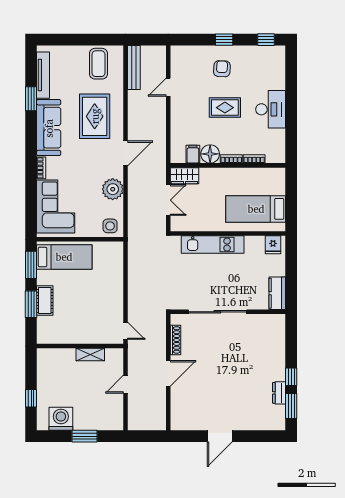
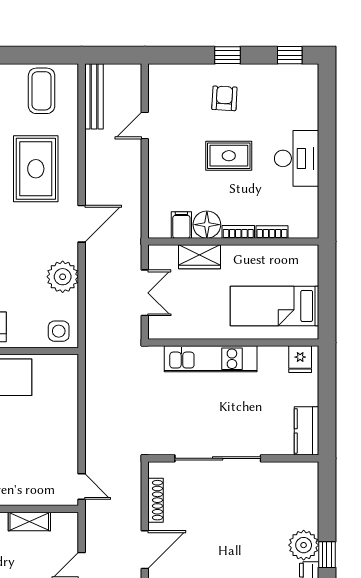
wardrobe: (184, 176) -> (199, 257), moved
plant: (275, 370) -> (304, 545), added

